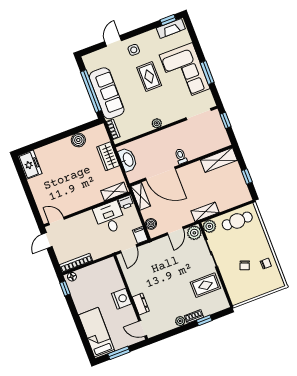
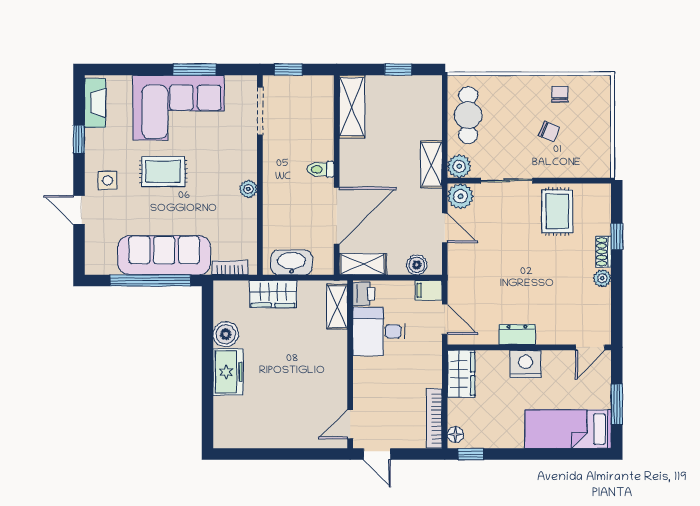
window: (168, 20) -> (79, 139), moved
freezer: (30, 165) -> (228, 372), moved, turned 90
wardrobe: (104, 268) -> (461, 374), added
dresser: (141, 304) -> (517, 335), moved

